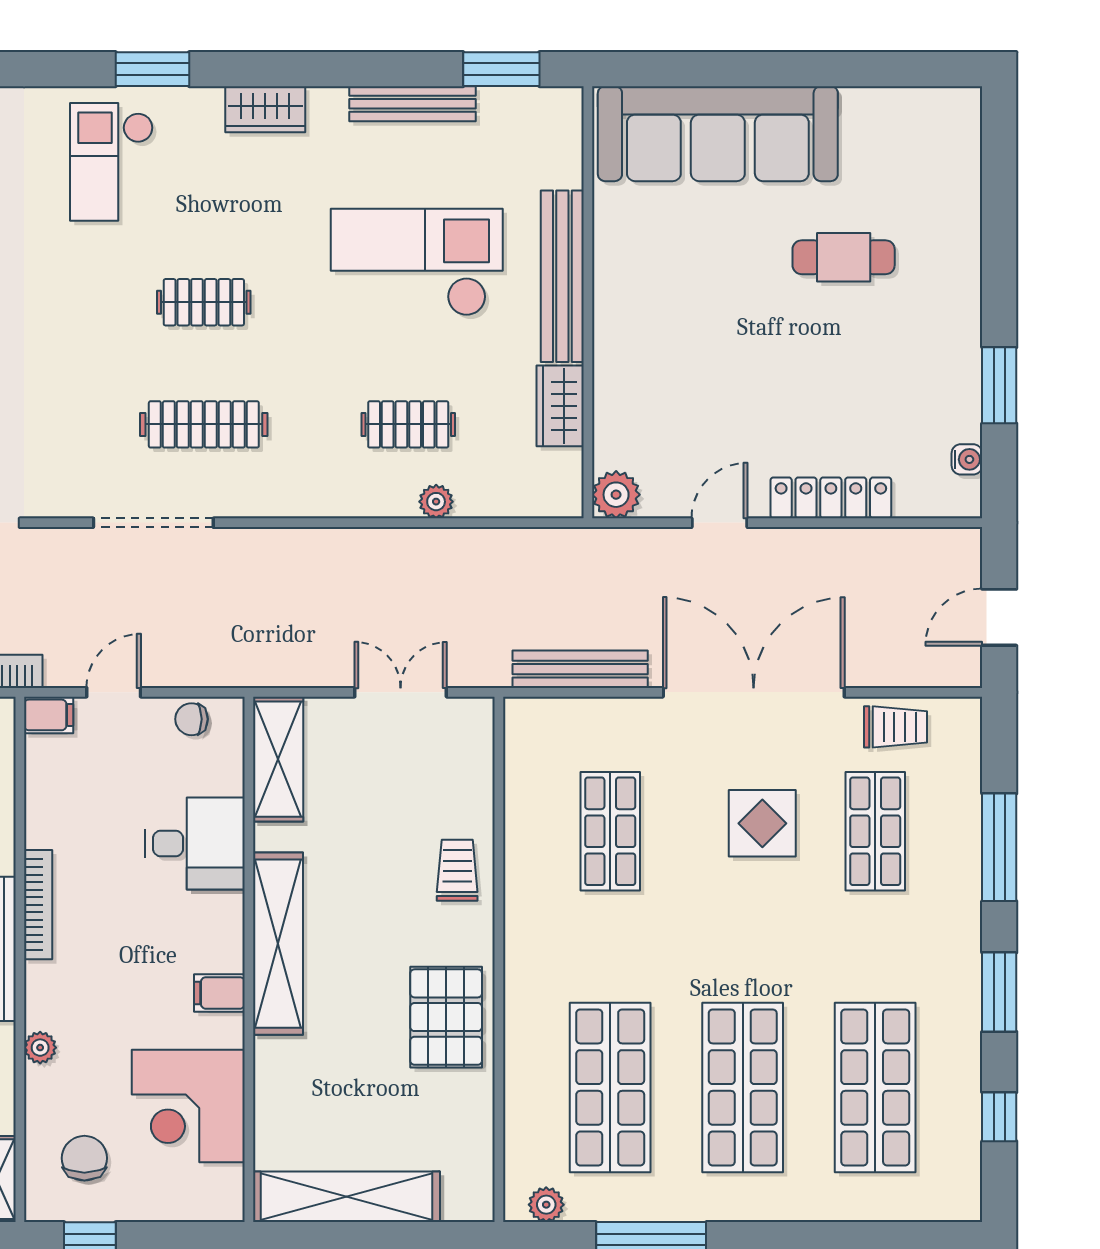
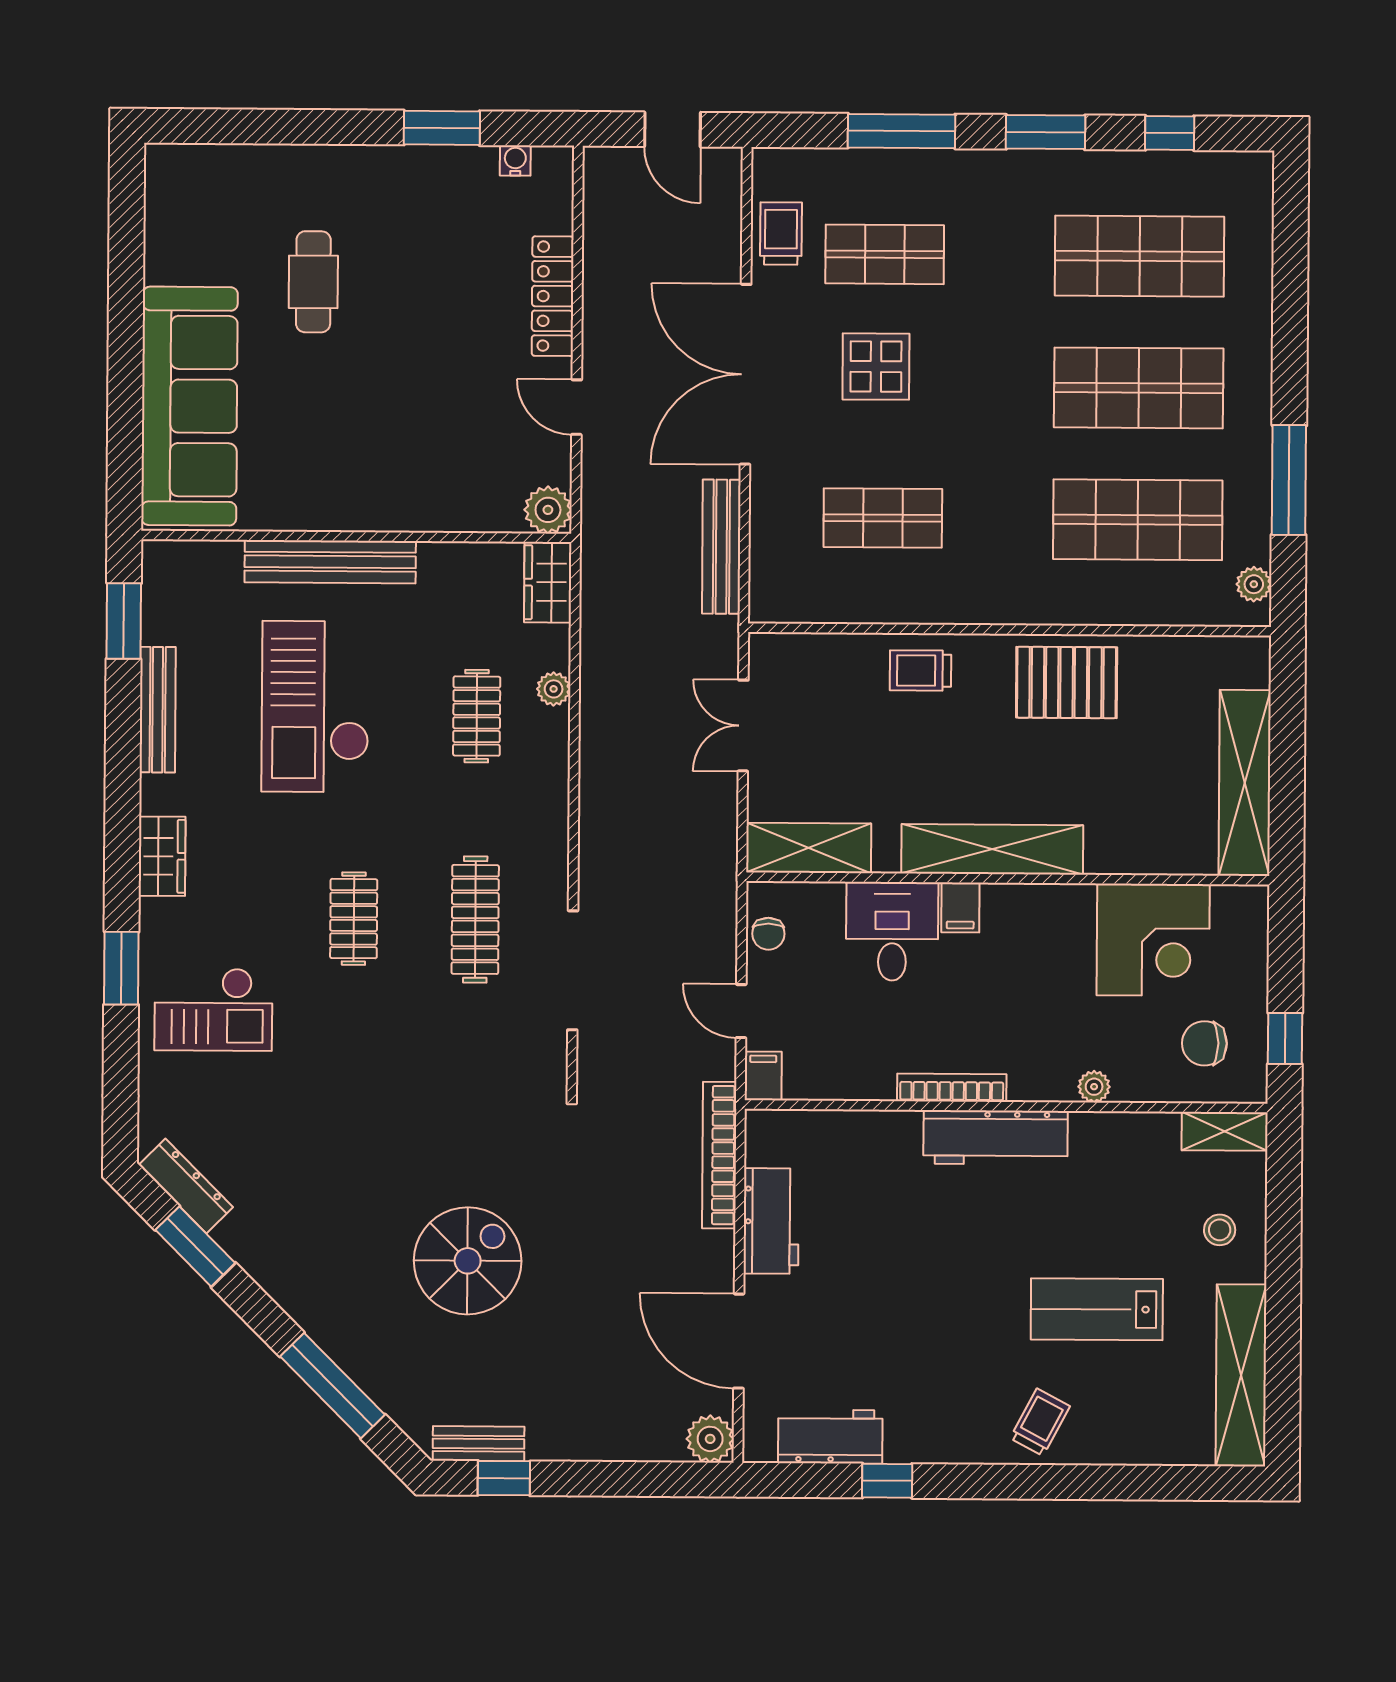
wardrobe: (560, 406) -> (548, 582), moved, turned 90
filing cabinet: (219, 993) -> (960, 907), moved

